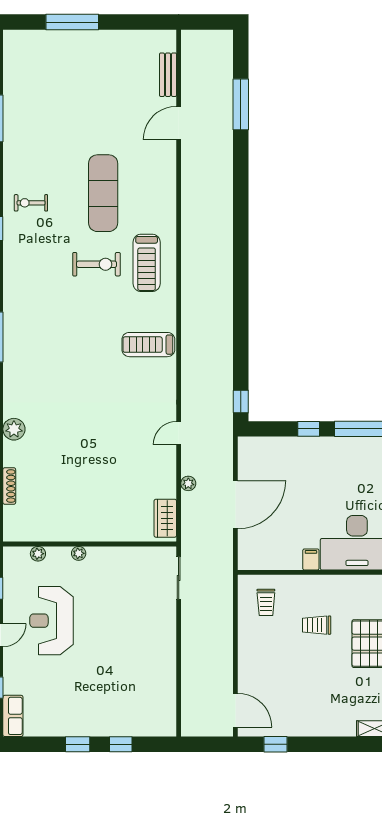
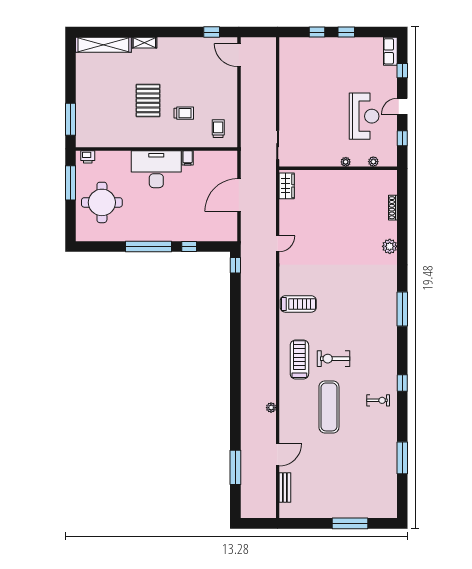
plant: (188, 483) -> (271, 408), moved

